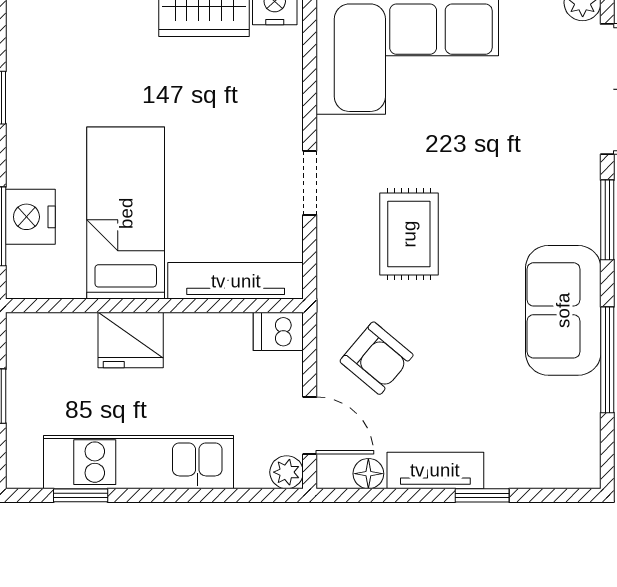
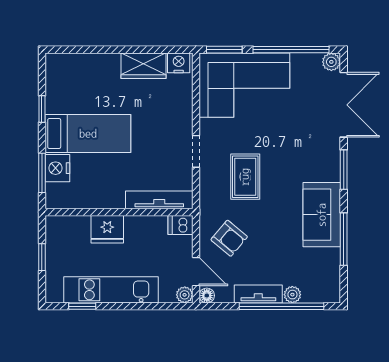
bed: (126, 213) -> (88, 134), moved, turned 90
plant: (504, 472) -> (292, 295), added
floor lamp: (368, 474) -> (207, 296), moved
window: (482, 495) -> (282, 306), width x3.17

